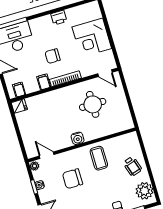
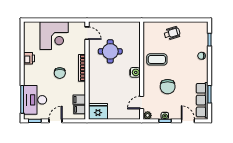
door: (105, 73) -> (87, 33), hinge flipped
filing cabinet: (44, 82) -> (79, 100), moved
fridge: (19, 106) -> (98, 111), width x1.88, depth x1.34
plant: (144, 191) -> (196, 29), removed

